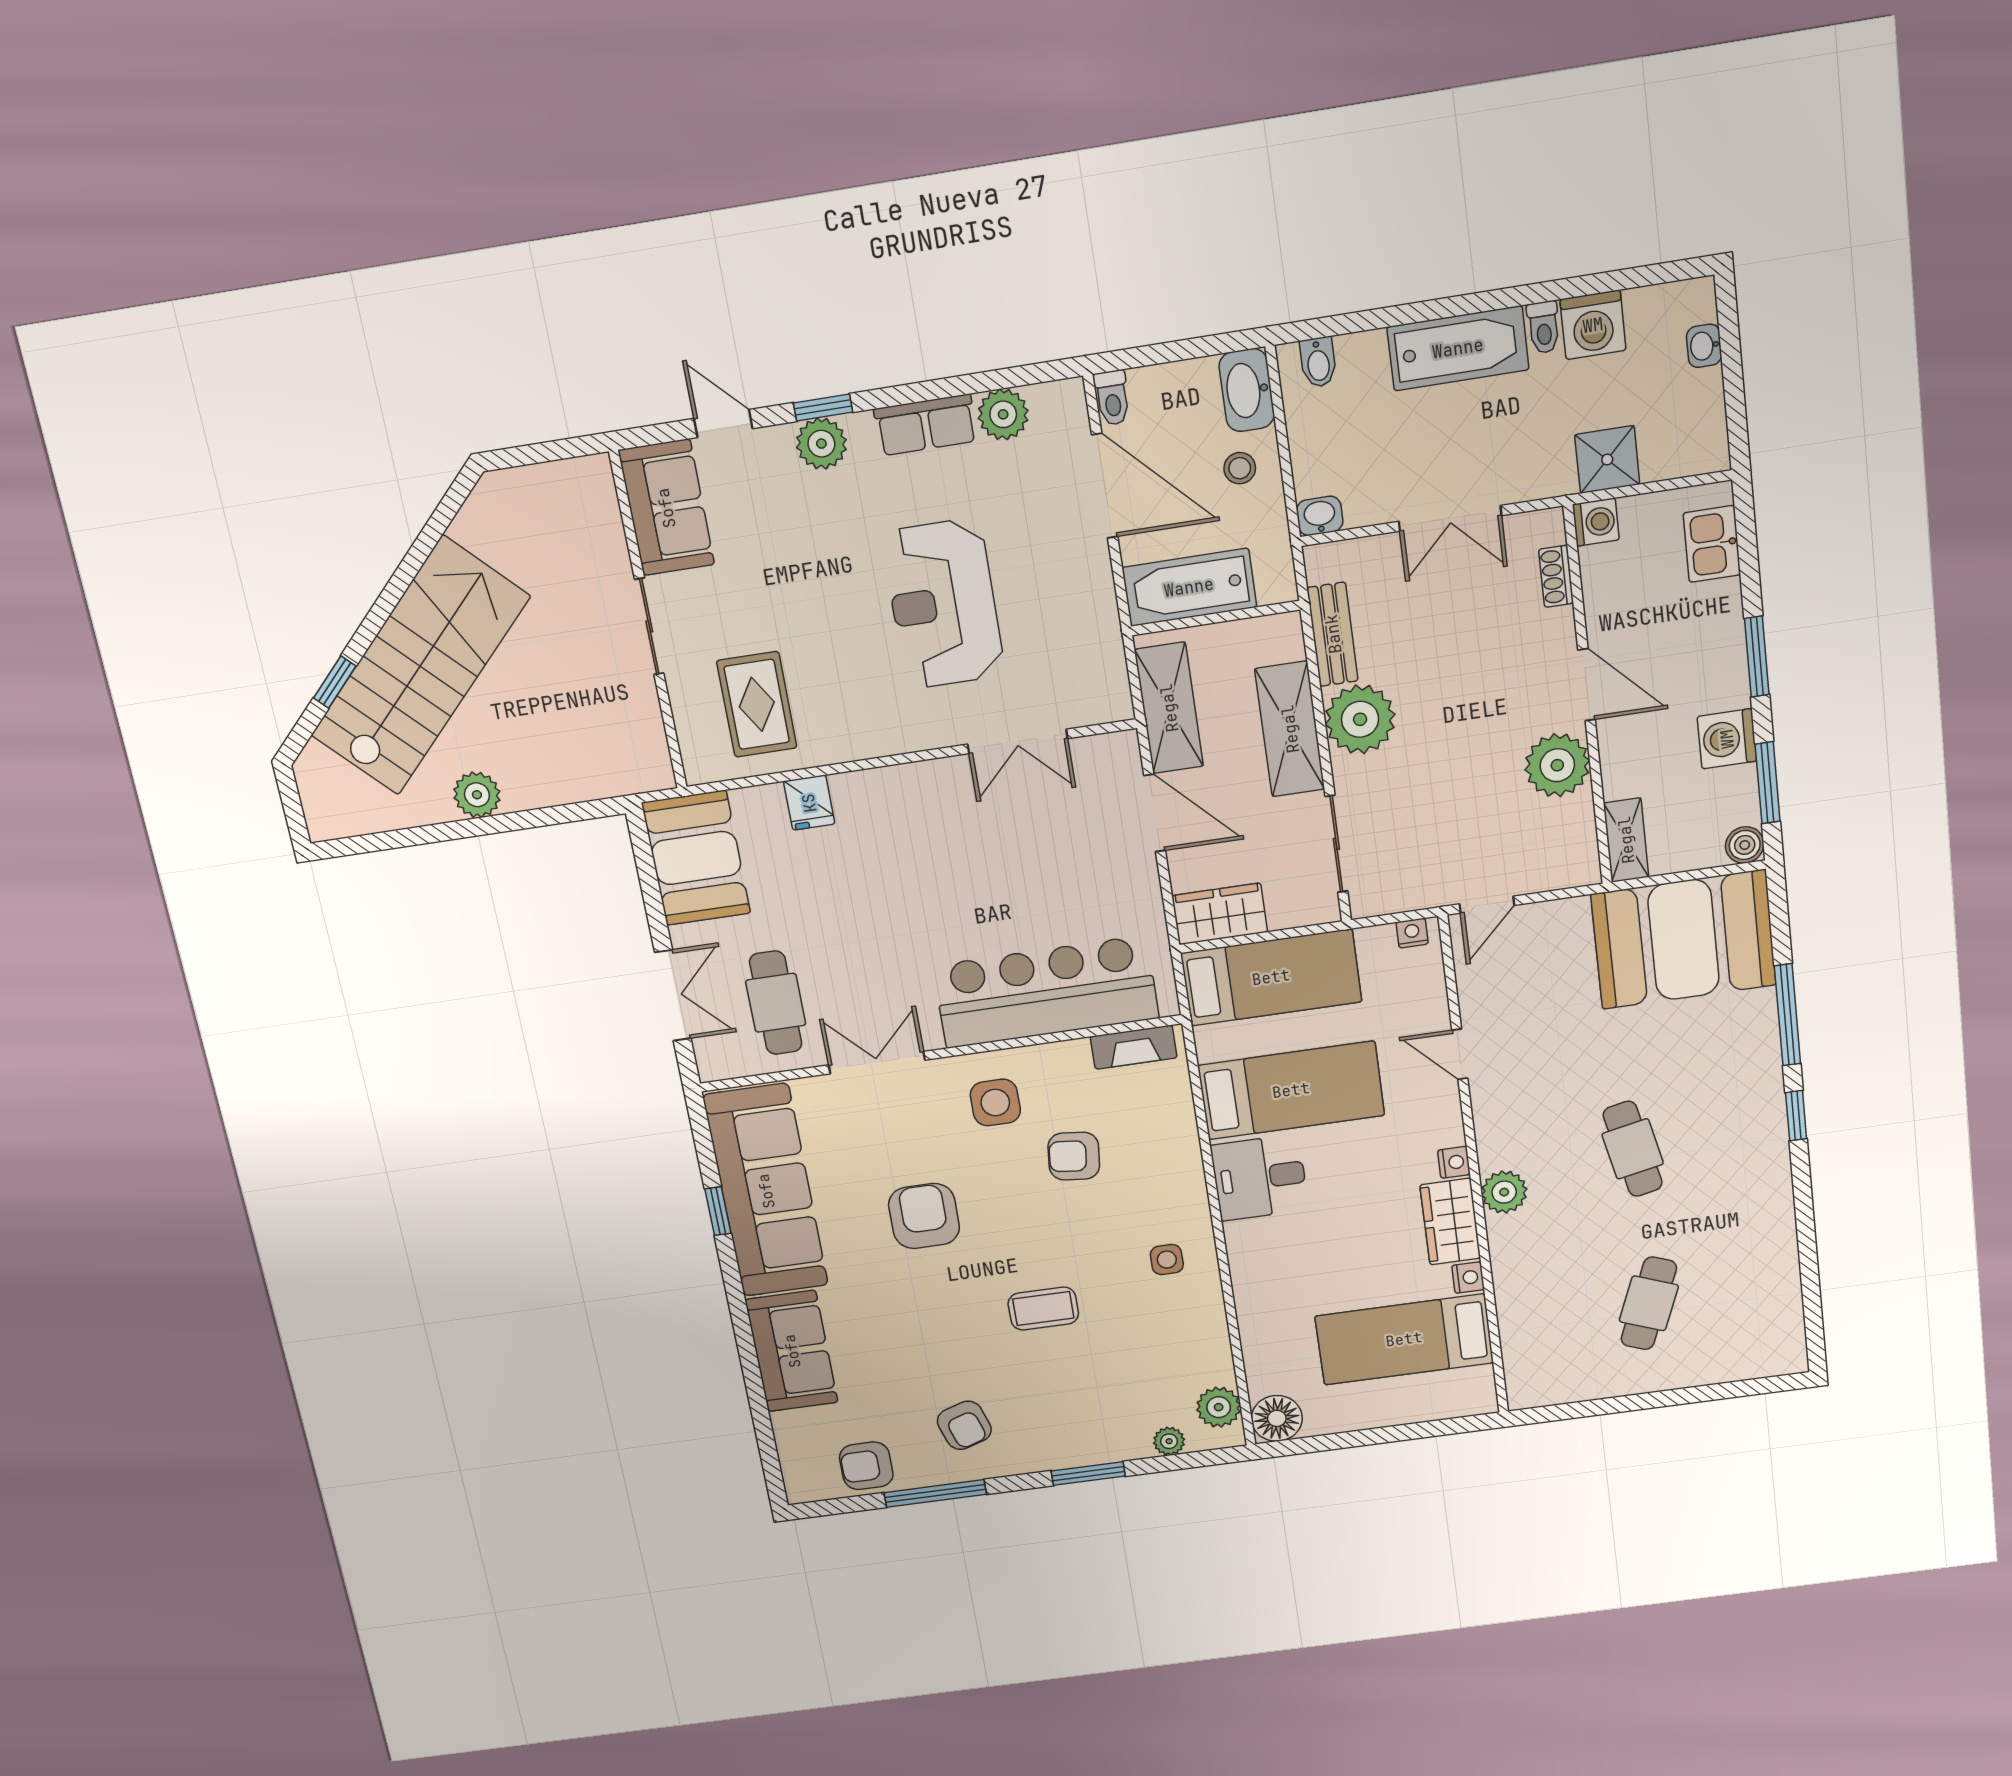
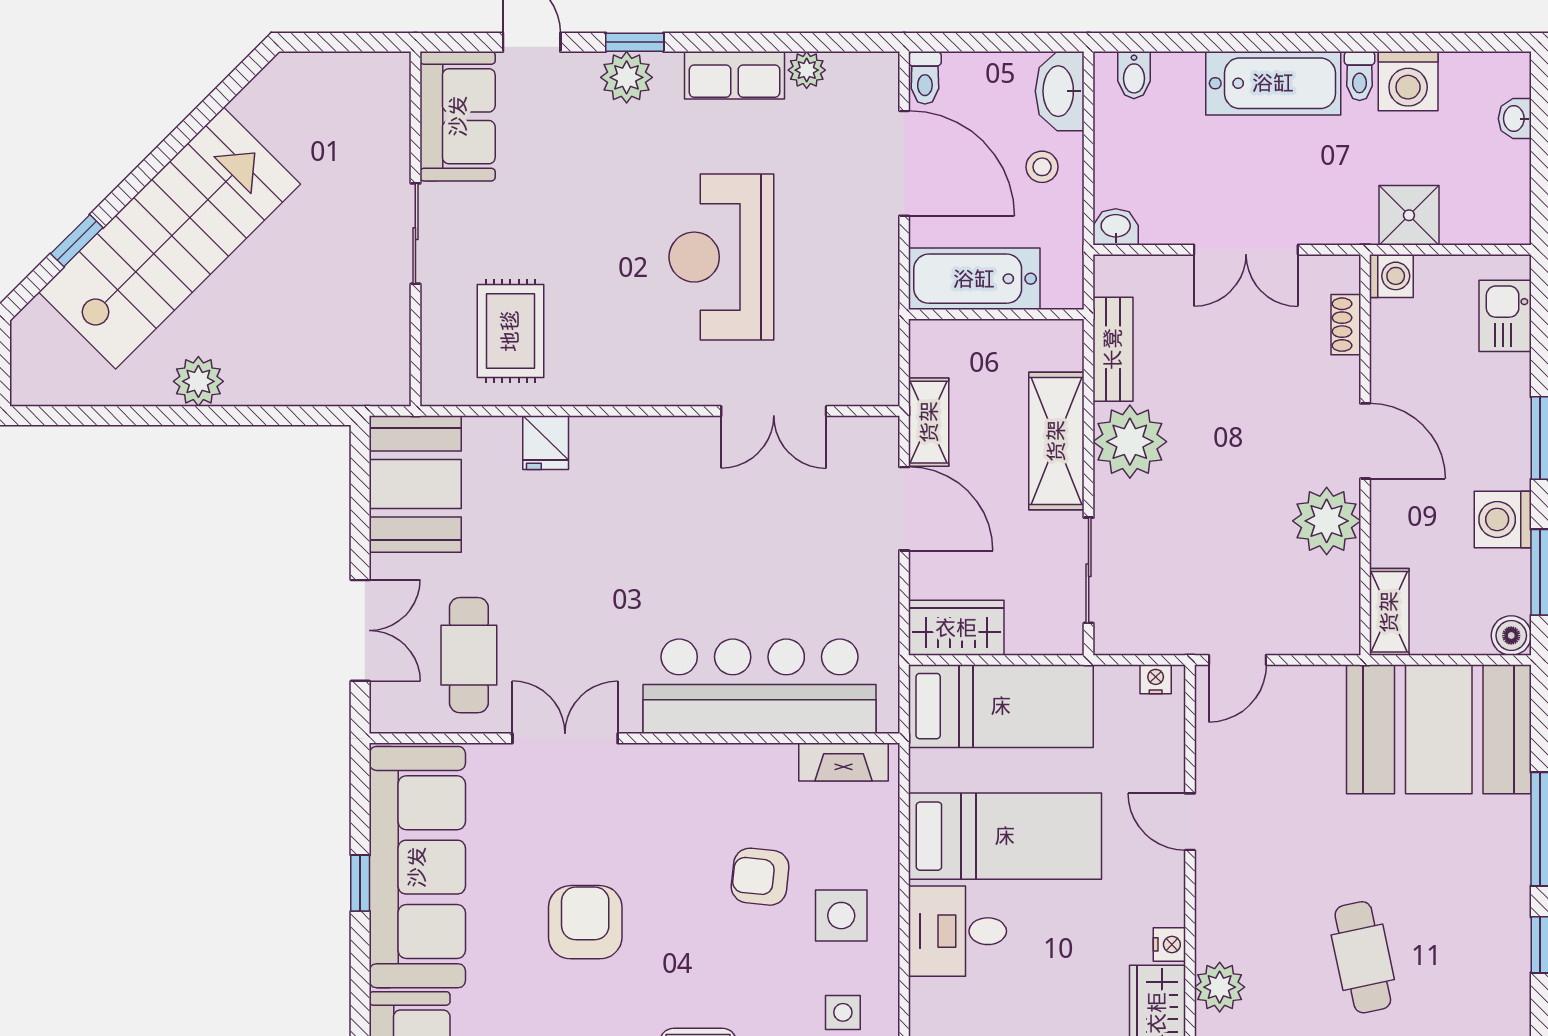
plant: (1003, 414) -> (807, 70), width x0.73, depth x0.73
shelving: (1169, 708) -> (929, 422), width x0.67, depth x0.75
side table: (995, 1102) -> (841, 916), moved

